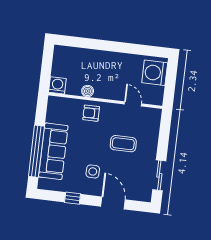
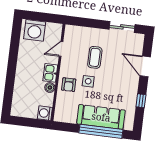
kitchen sink: (105, 91) -> (50, 73), added
side table: (93, 171) -> (88, 81), moved
door: (113, 203) -> (145, 66), hinge flipped

